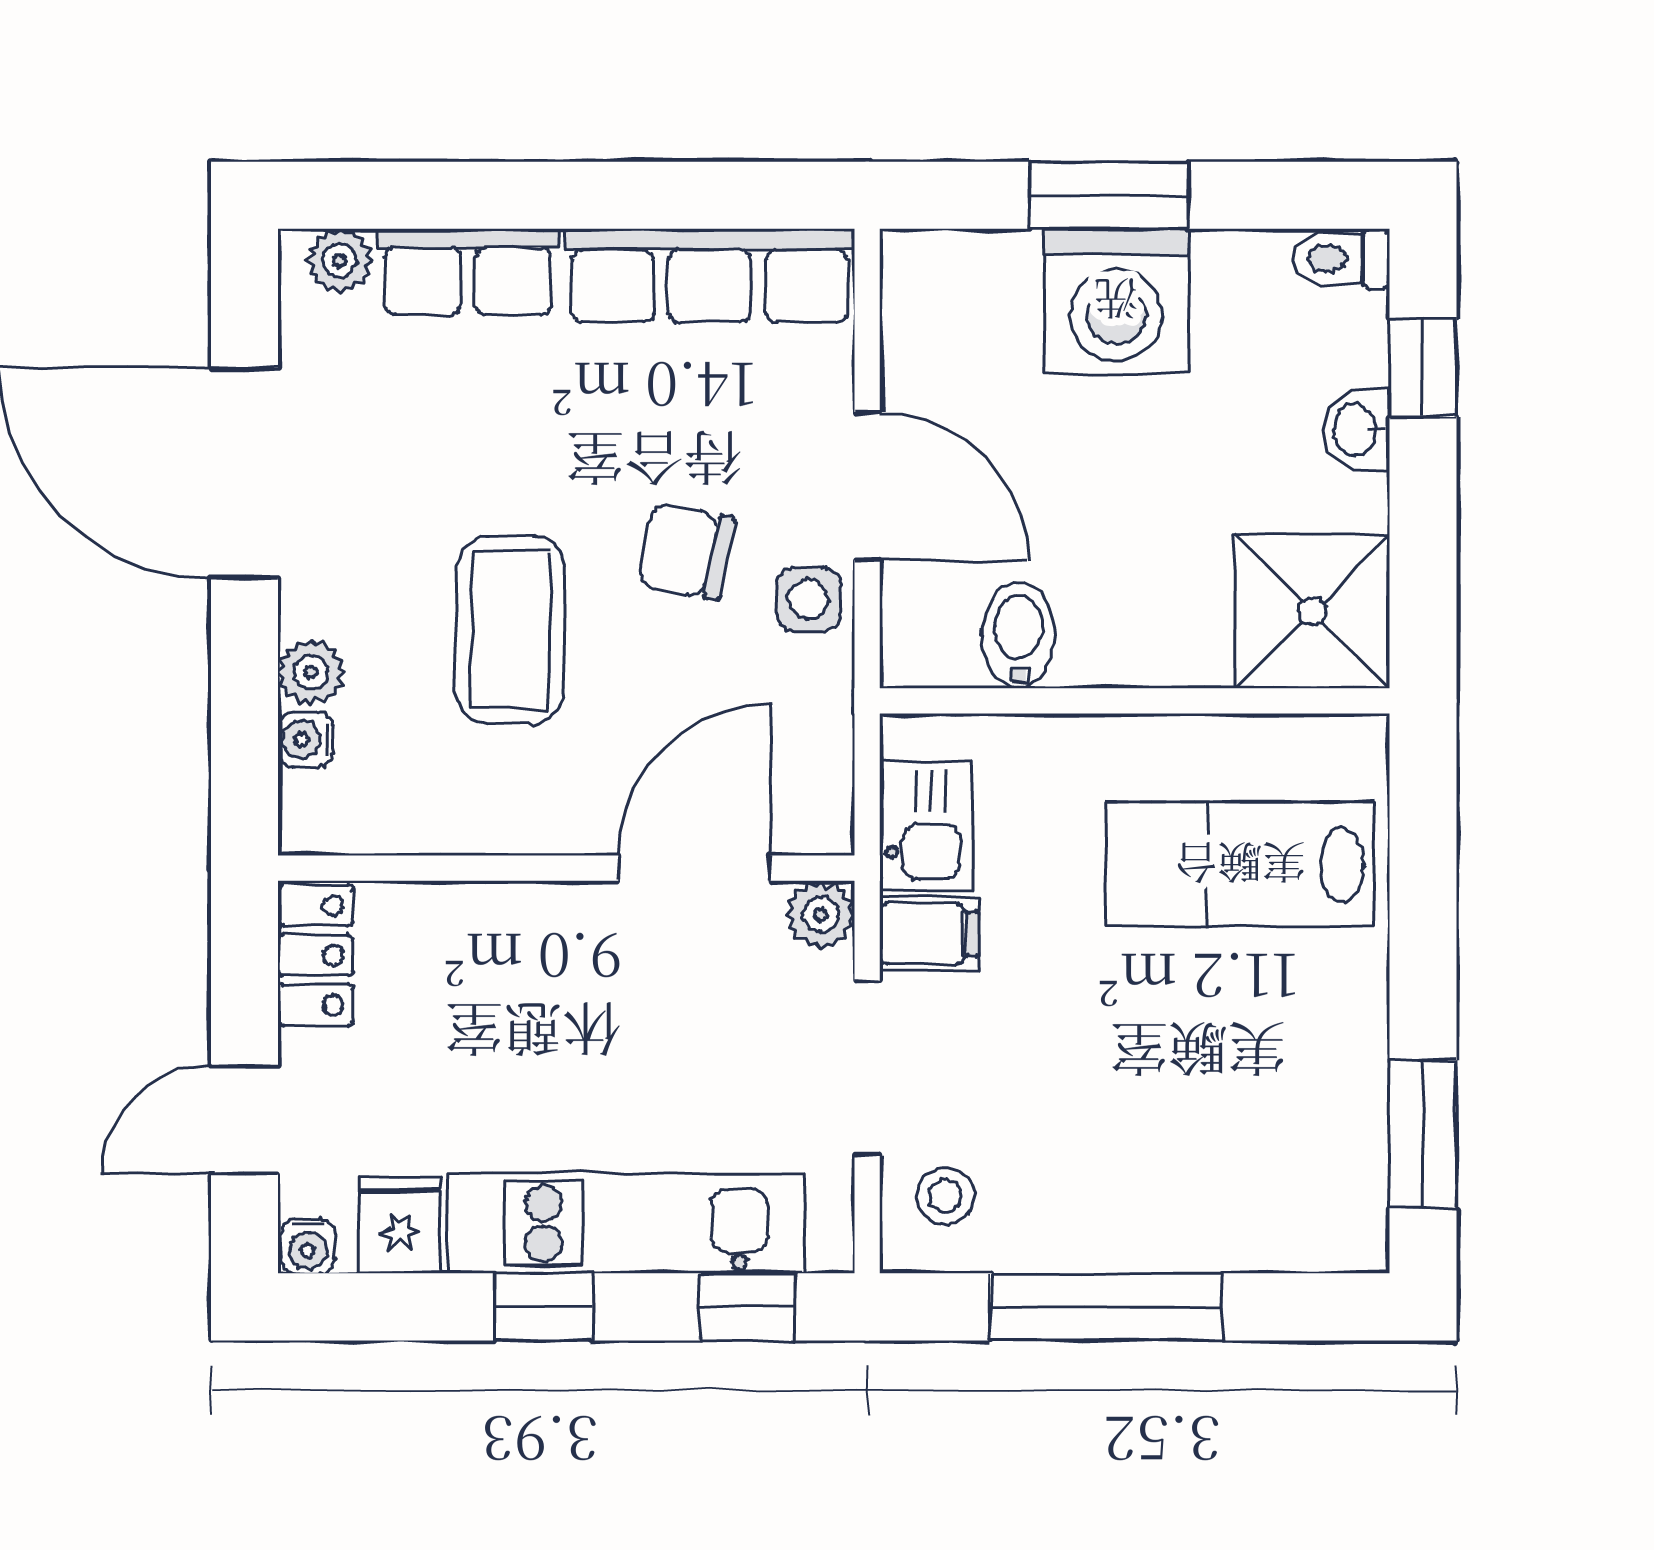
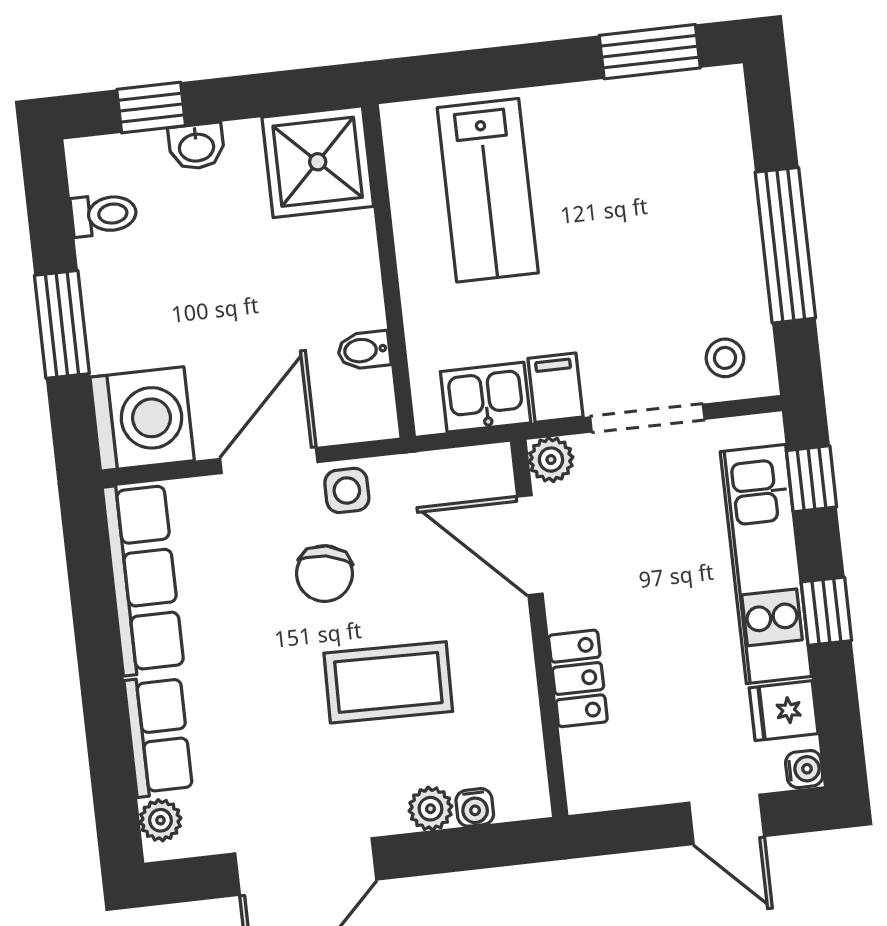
toilet: (1341, 259) -> (104, 215), moved, turned -90
washing machine: (1116, 301) -> (142, 419), moved
bidet: (1018, 635) -> (364, 350), width x0.72, depth x0.74
locker: (316, 955) -> (578, 678), moved, turned 90

